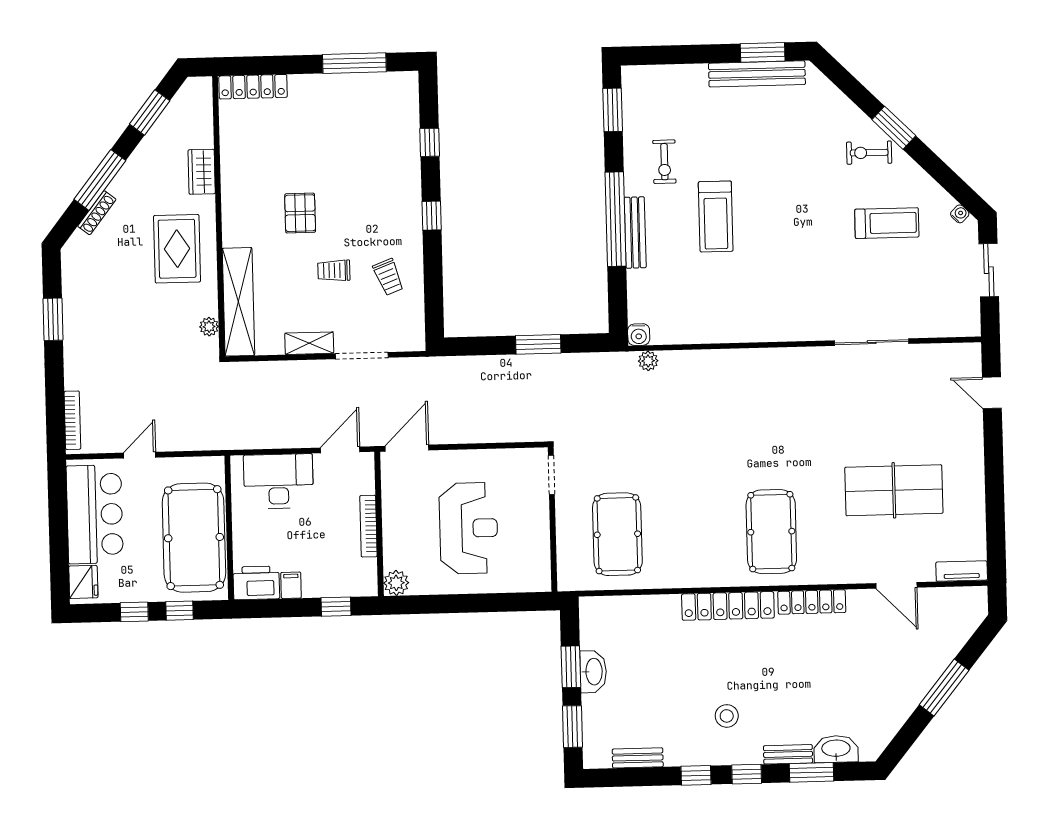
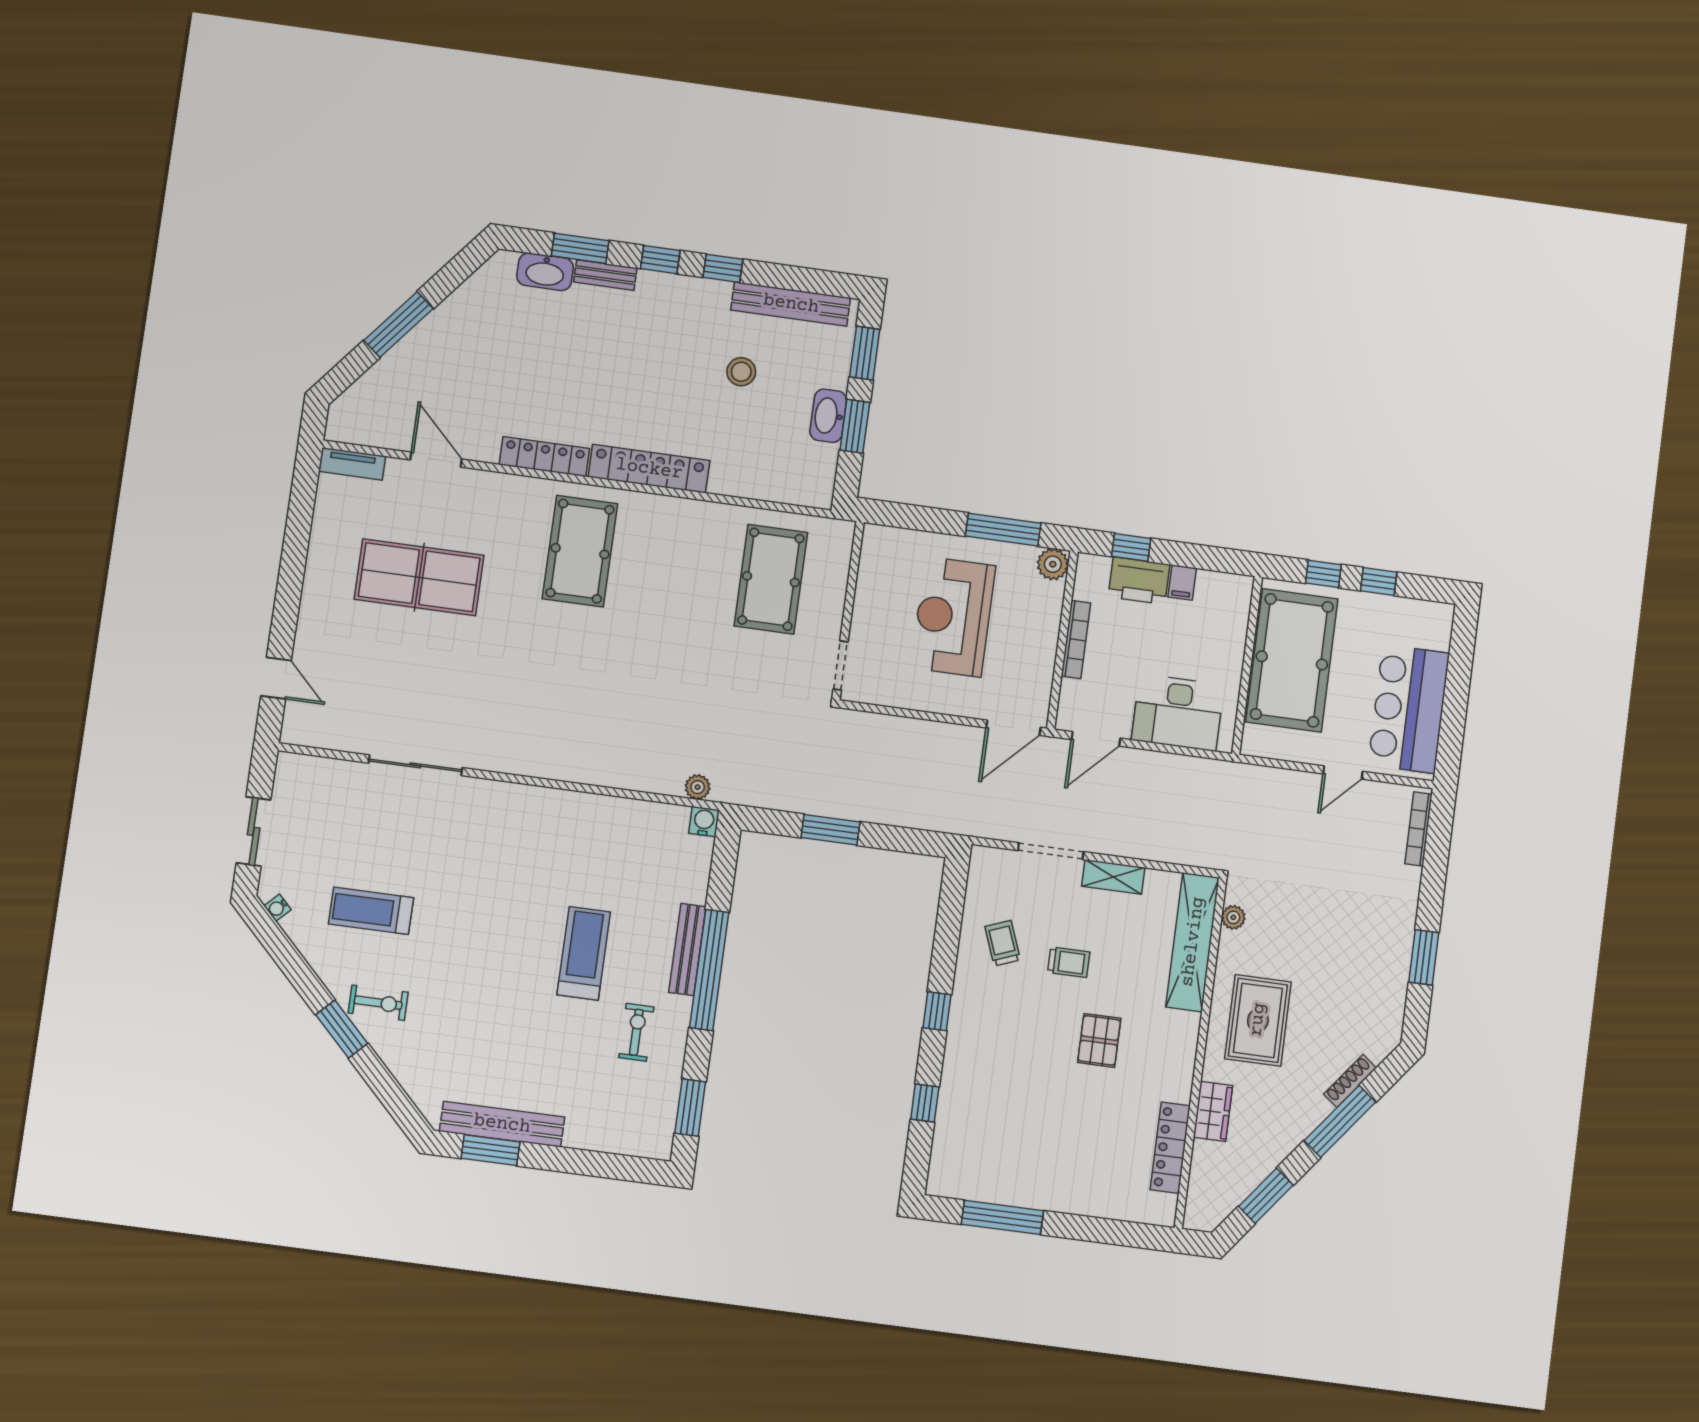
locker: (253, 87) -> (1170, 1148), moved, turned -90
fridge: (83, 582) -> (1435, 628), removed
printer: (256, 583) -> (1139, 581), moved
window: (440, 604) -> (1003, 530), added
stool: (727, 716) -> (741, 372), moved
bench: (638, 758) -> (791, 304), width x1.86, depth x1.21

